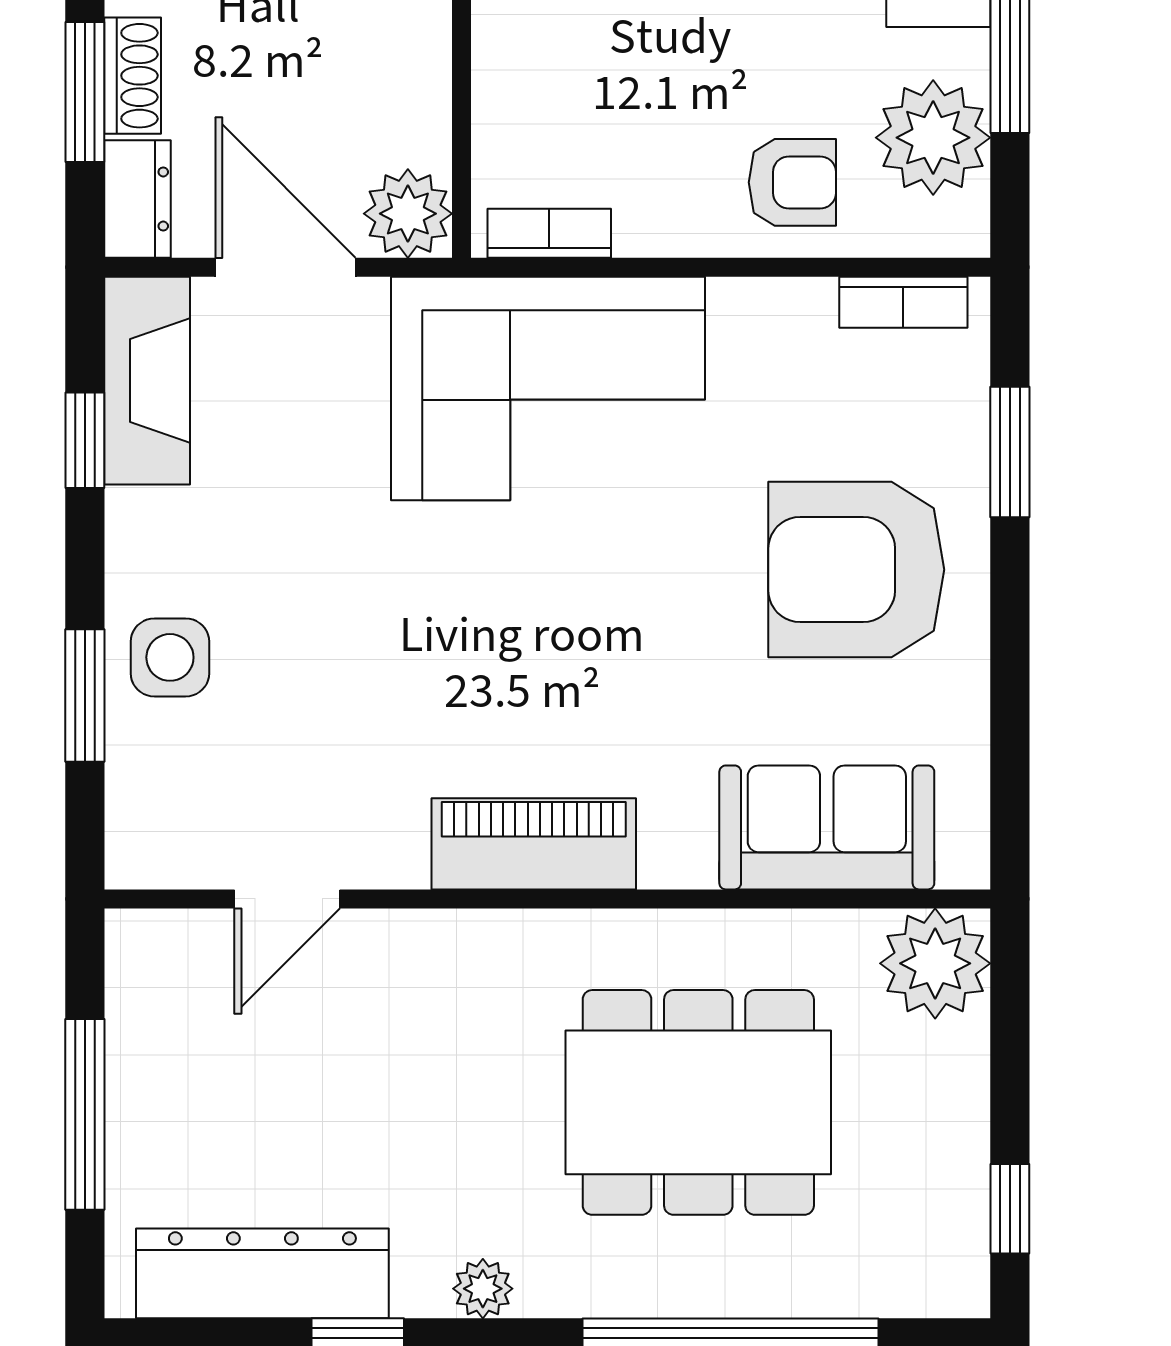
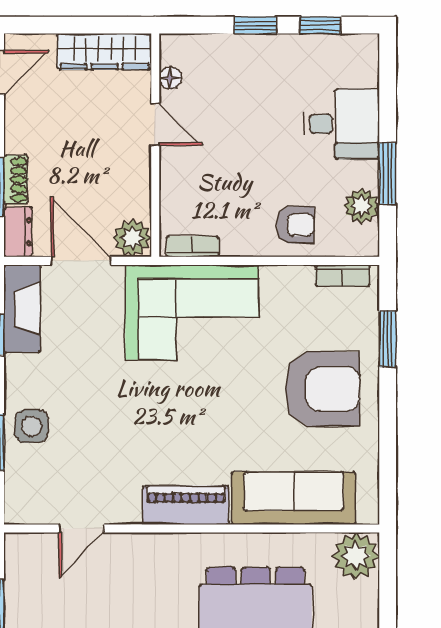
plant: (933, 138) -> (361, 206), width x0.73, depth x0.73
armchair: (856, 570) -> (322, 389), turned 180
sofa: (827, 827) -> (294, 498), width x1.36

